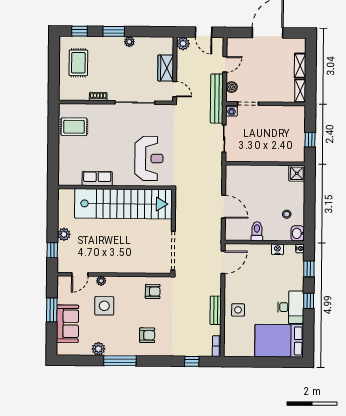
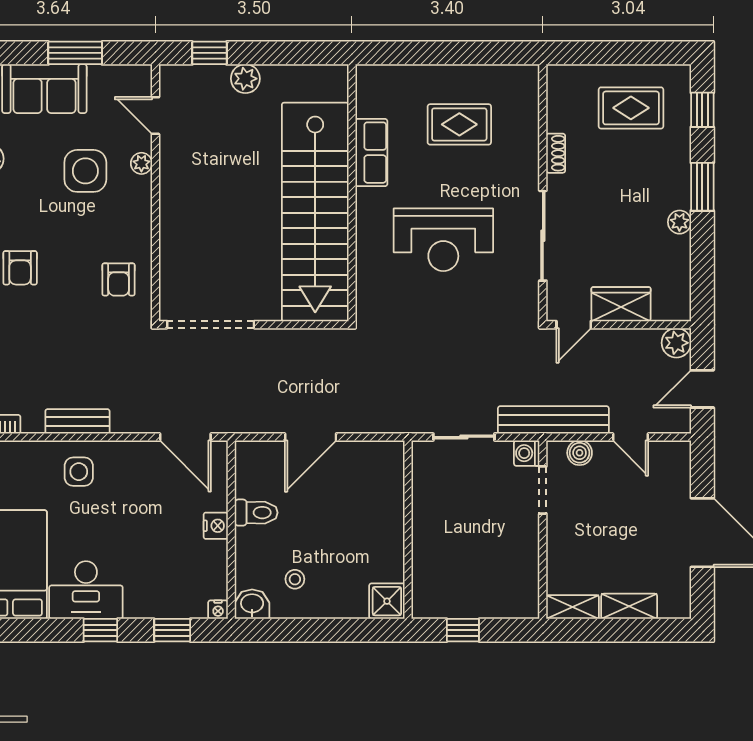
rug: (74, 127) -> (459, 124), moved, turned 90
reception desk: (149, 158) -> (443, 240), moved
nightstand: (277, 249) -> (216, 526), moved

